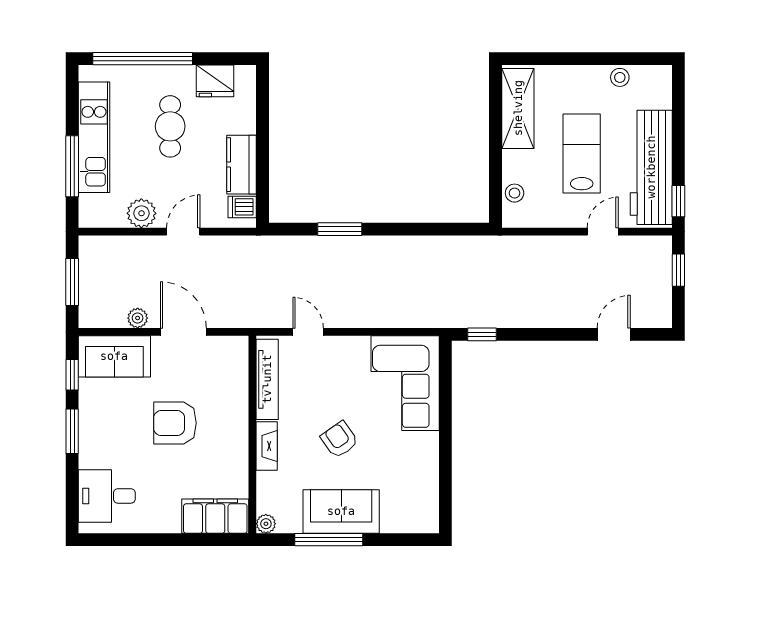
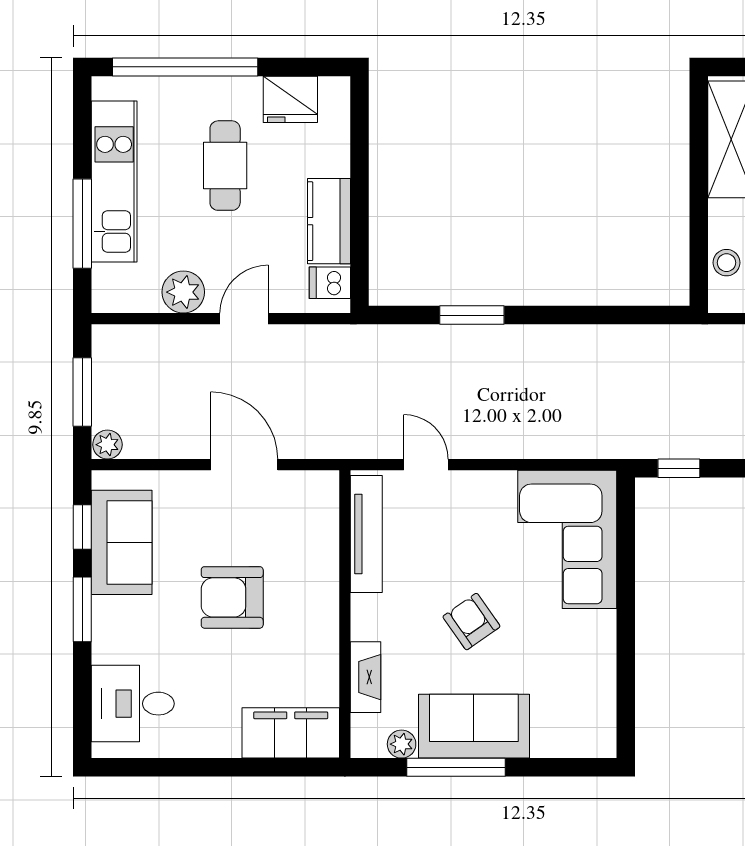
plant: (138, 318) -> (107, 445), moved
sofa: (114, 356) -> (122, 542), moved, turned -90
fireplace: (267, 446) -> (366, 677), moved
plant: (266, 524) -> (402, 744), moved

